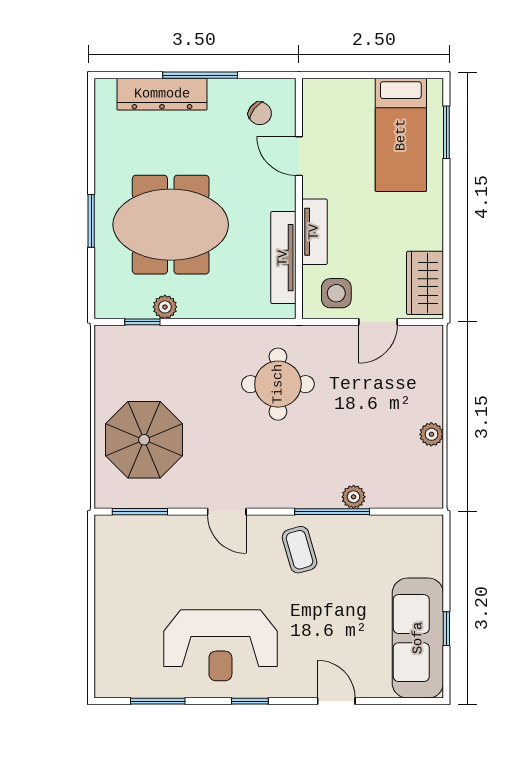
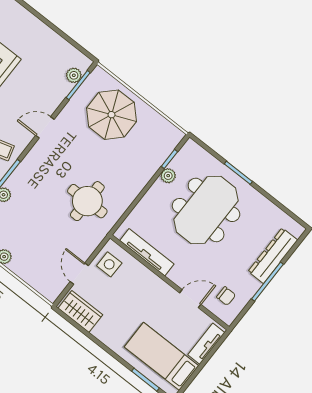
chair: (260, 113) -> (226, 296), turned -128
tv unit: (314, 232) -> (206, 344), moved, turned 90
plant: (132, 527) -> (74, 75), added

